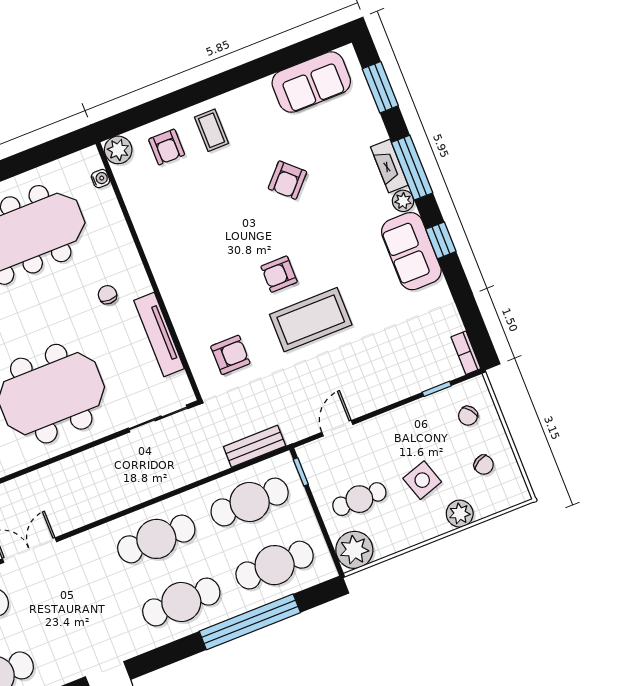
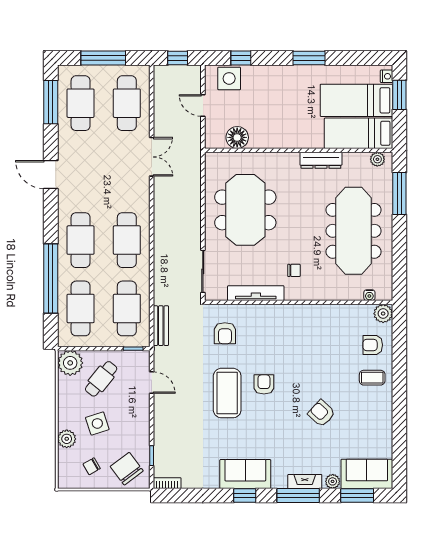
sofa: (311, 82) -> (367, 474), moved, turned 90
plant: (403, 201) -> (333, 481), moved
chair: (468, 416) -> (127, 469), width x1.87, depth x1.87
cafe table: (359, 499) -> (101, 379), turned 39

